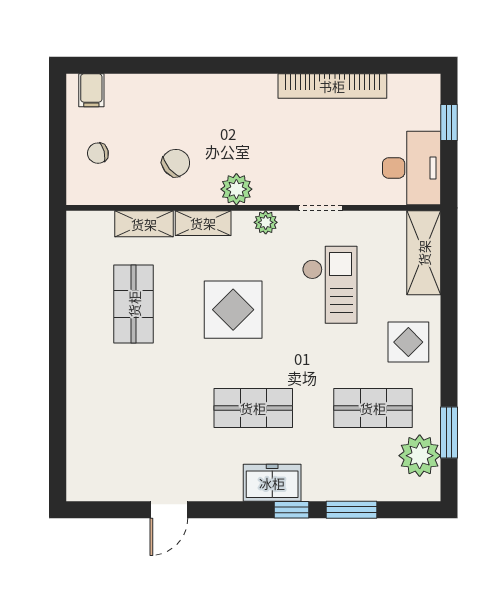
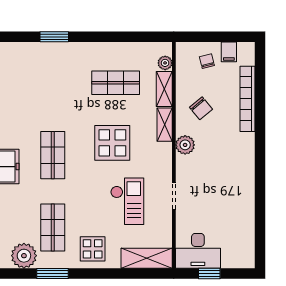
bookcase: (332, 86) -> (248, 99), moved
filing cabinet: (91, 90) -> (229, 52), moved, turned -90
window: (449, 122) -> (209, 273), moved
plant: (266, 222) -> (165, 63), moved
checkout: (330, 285) -> (127, 201), turned -90
window: (58, 405) -> (54, 37), added
window: (449, 433) -> (53, 273), moved

